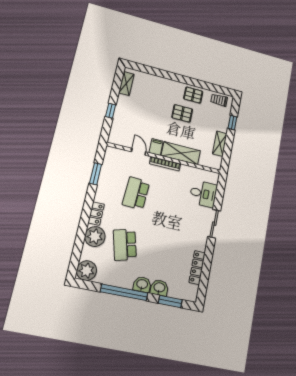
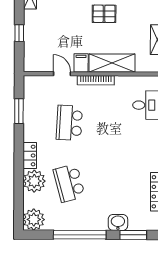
washbasin: (142, 284) -> (98, 223), removed

